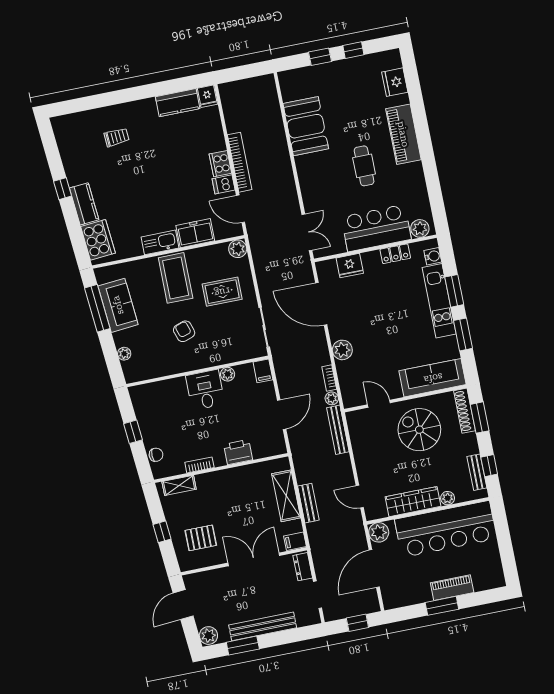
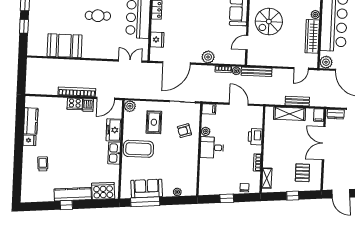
fridge: (207, 96) -> (30, 140), moved
kitchen counter: (84, 204) -> (73, 194), width x1.50
armchair: (184, 331) -> (184, 131), moved

